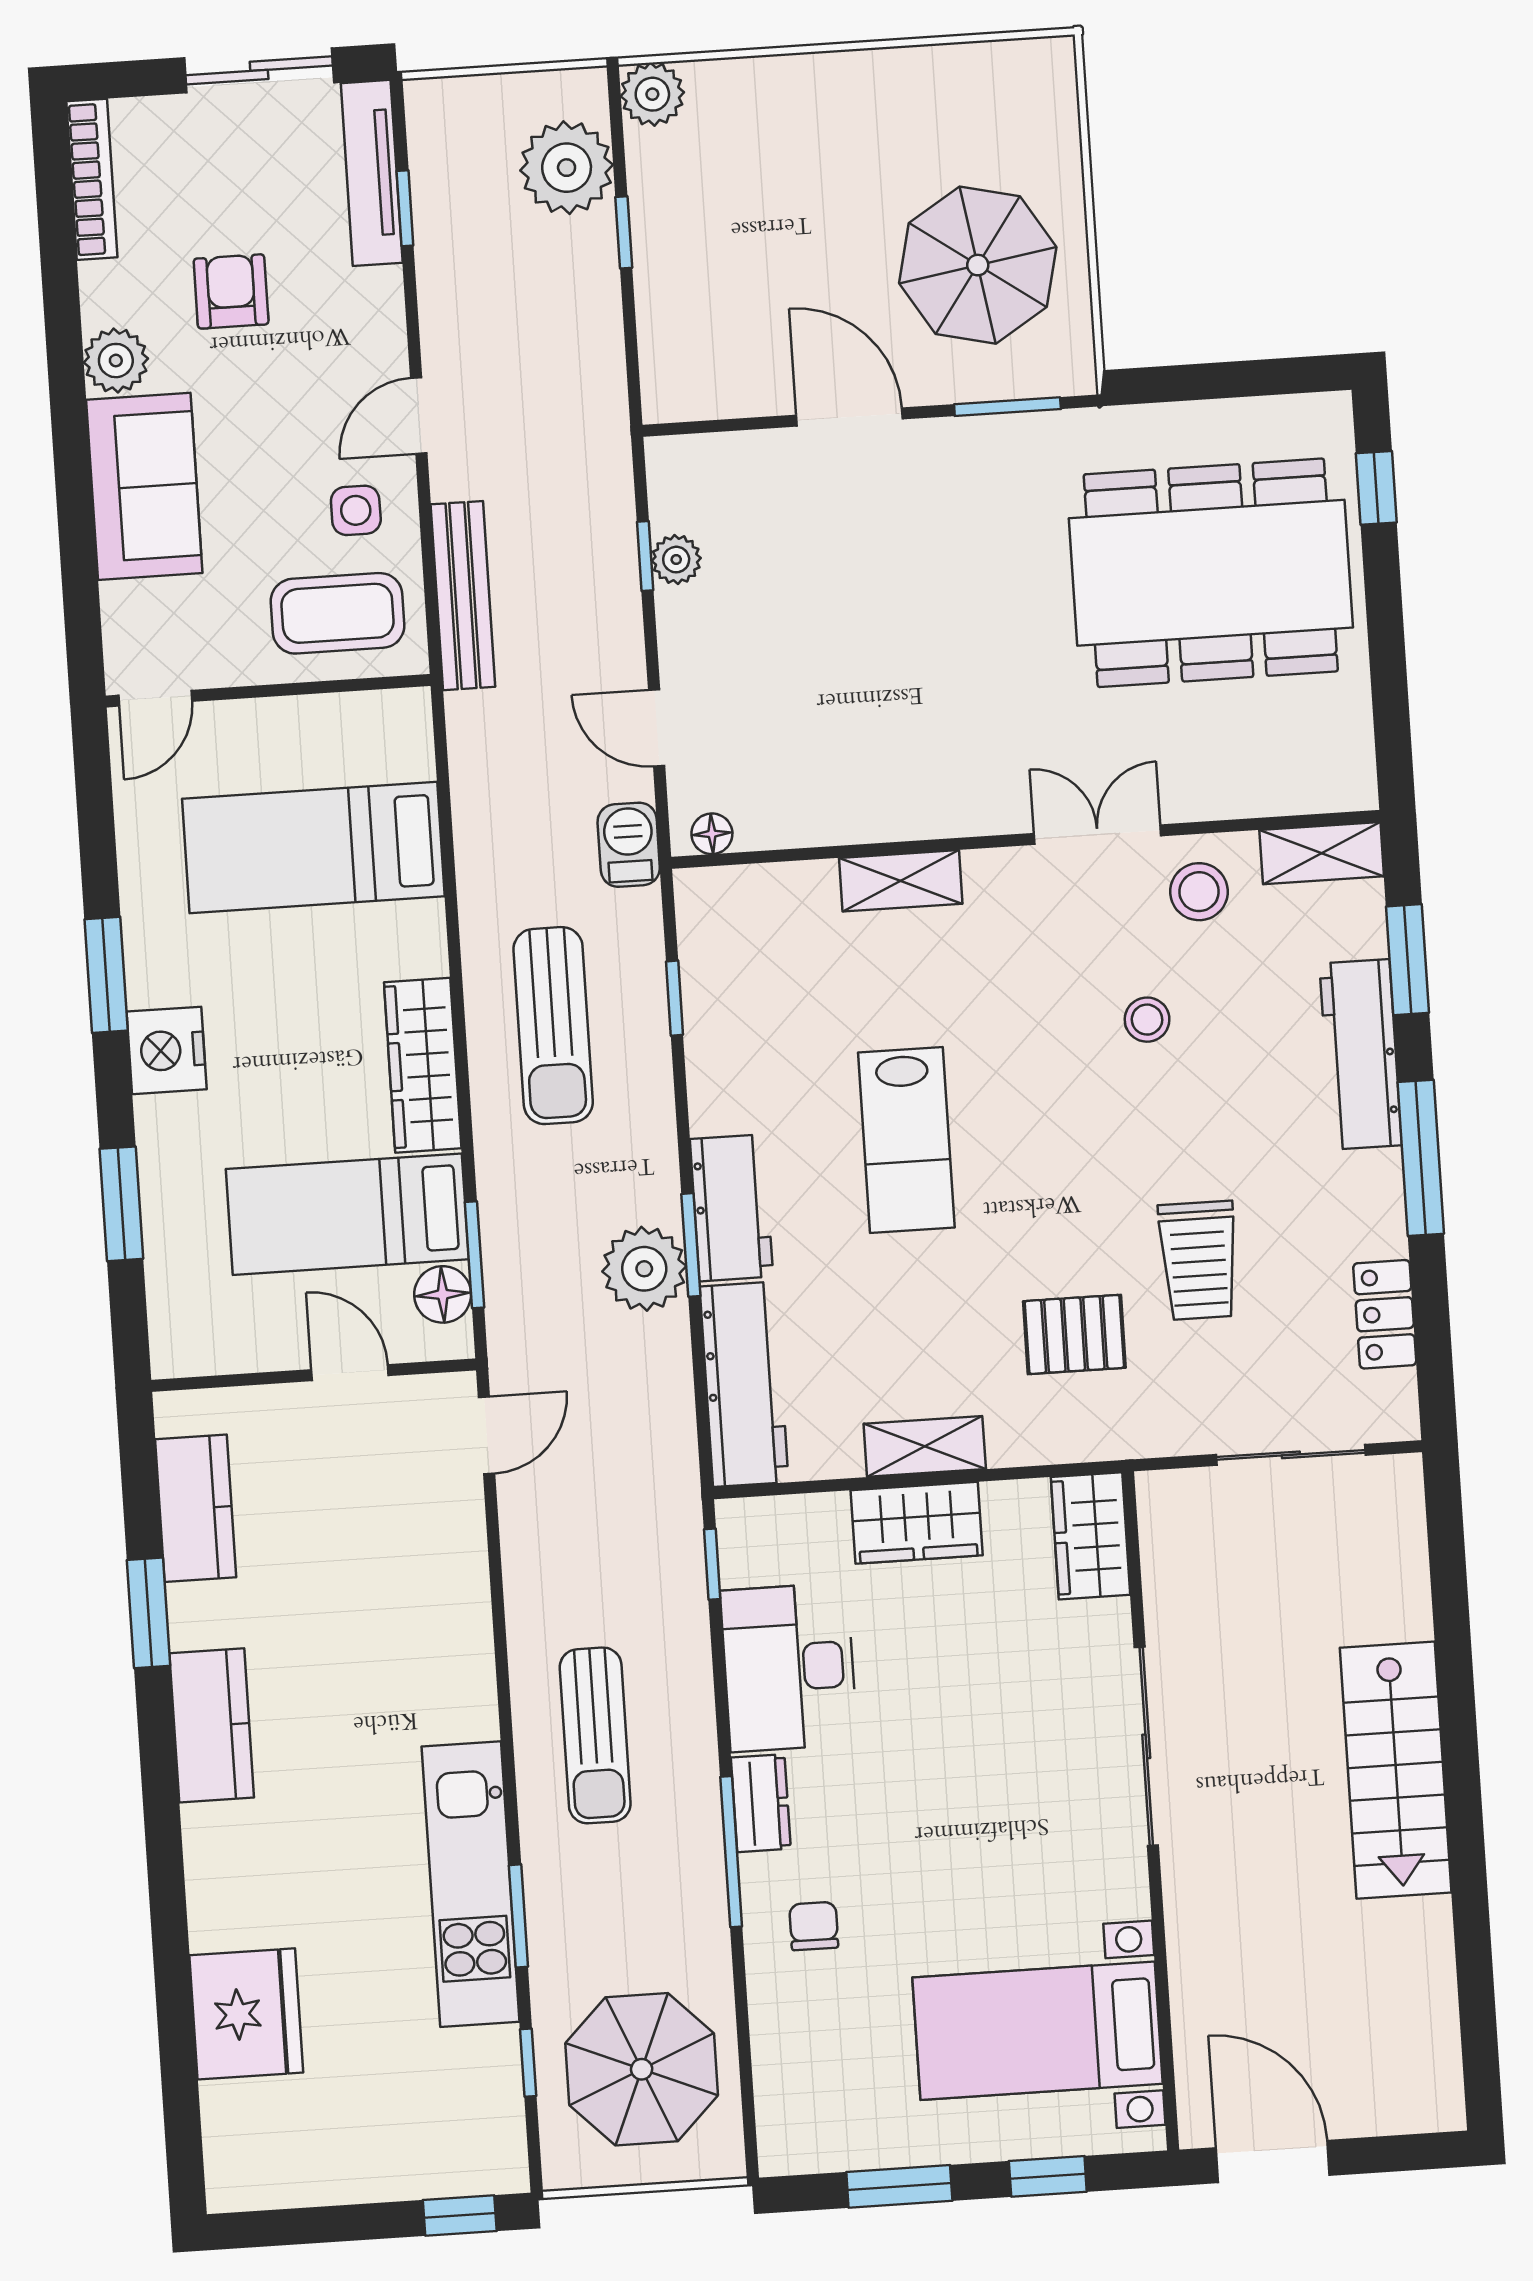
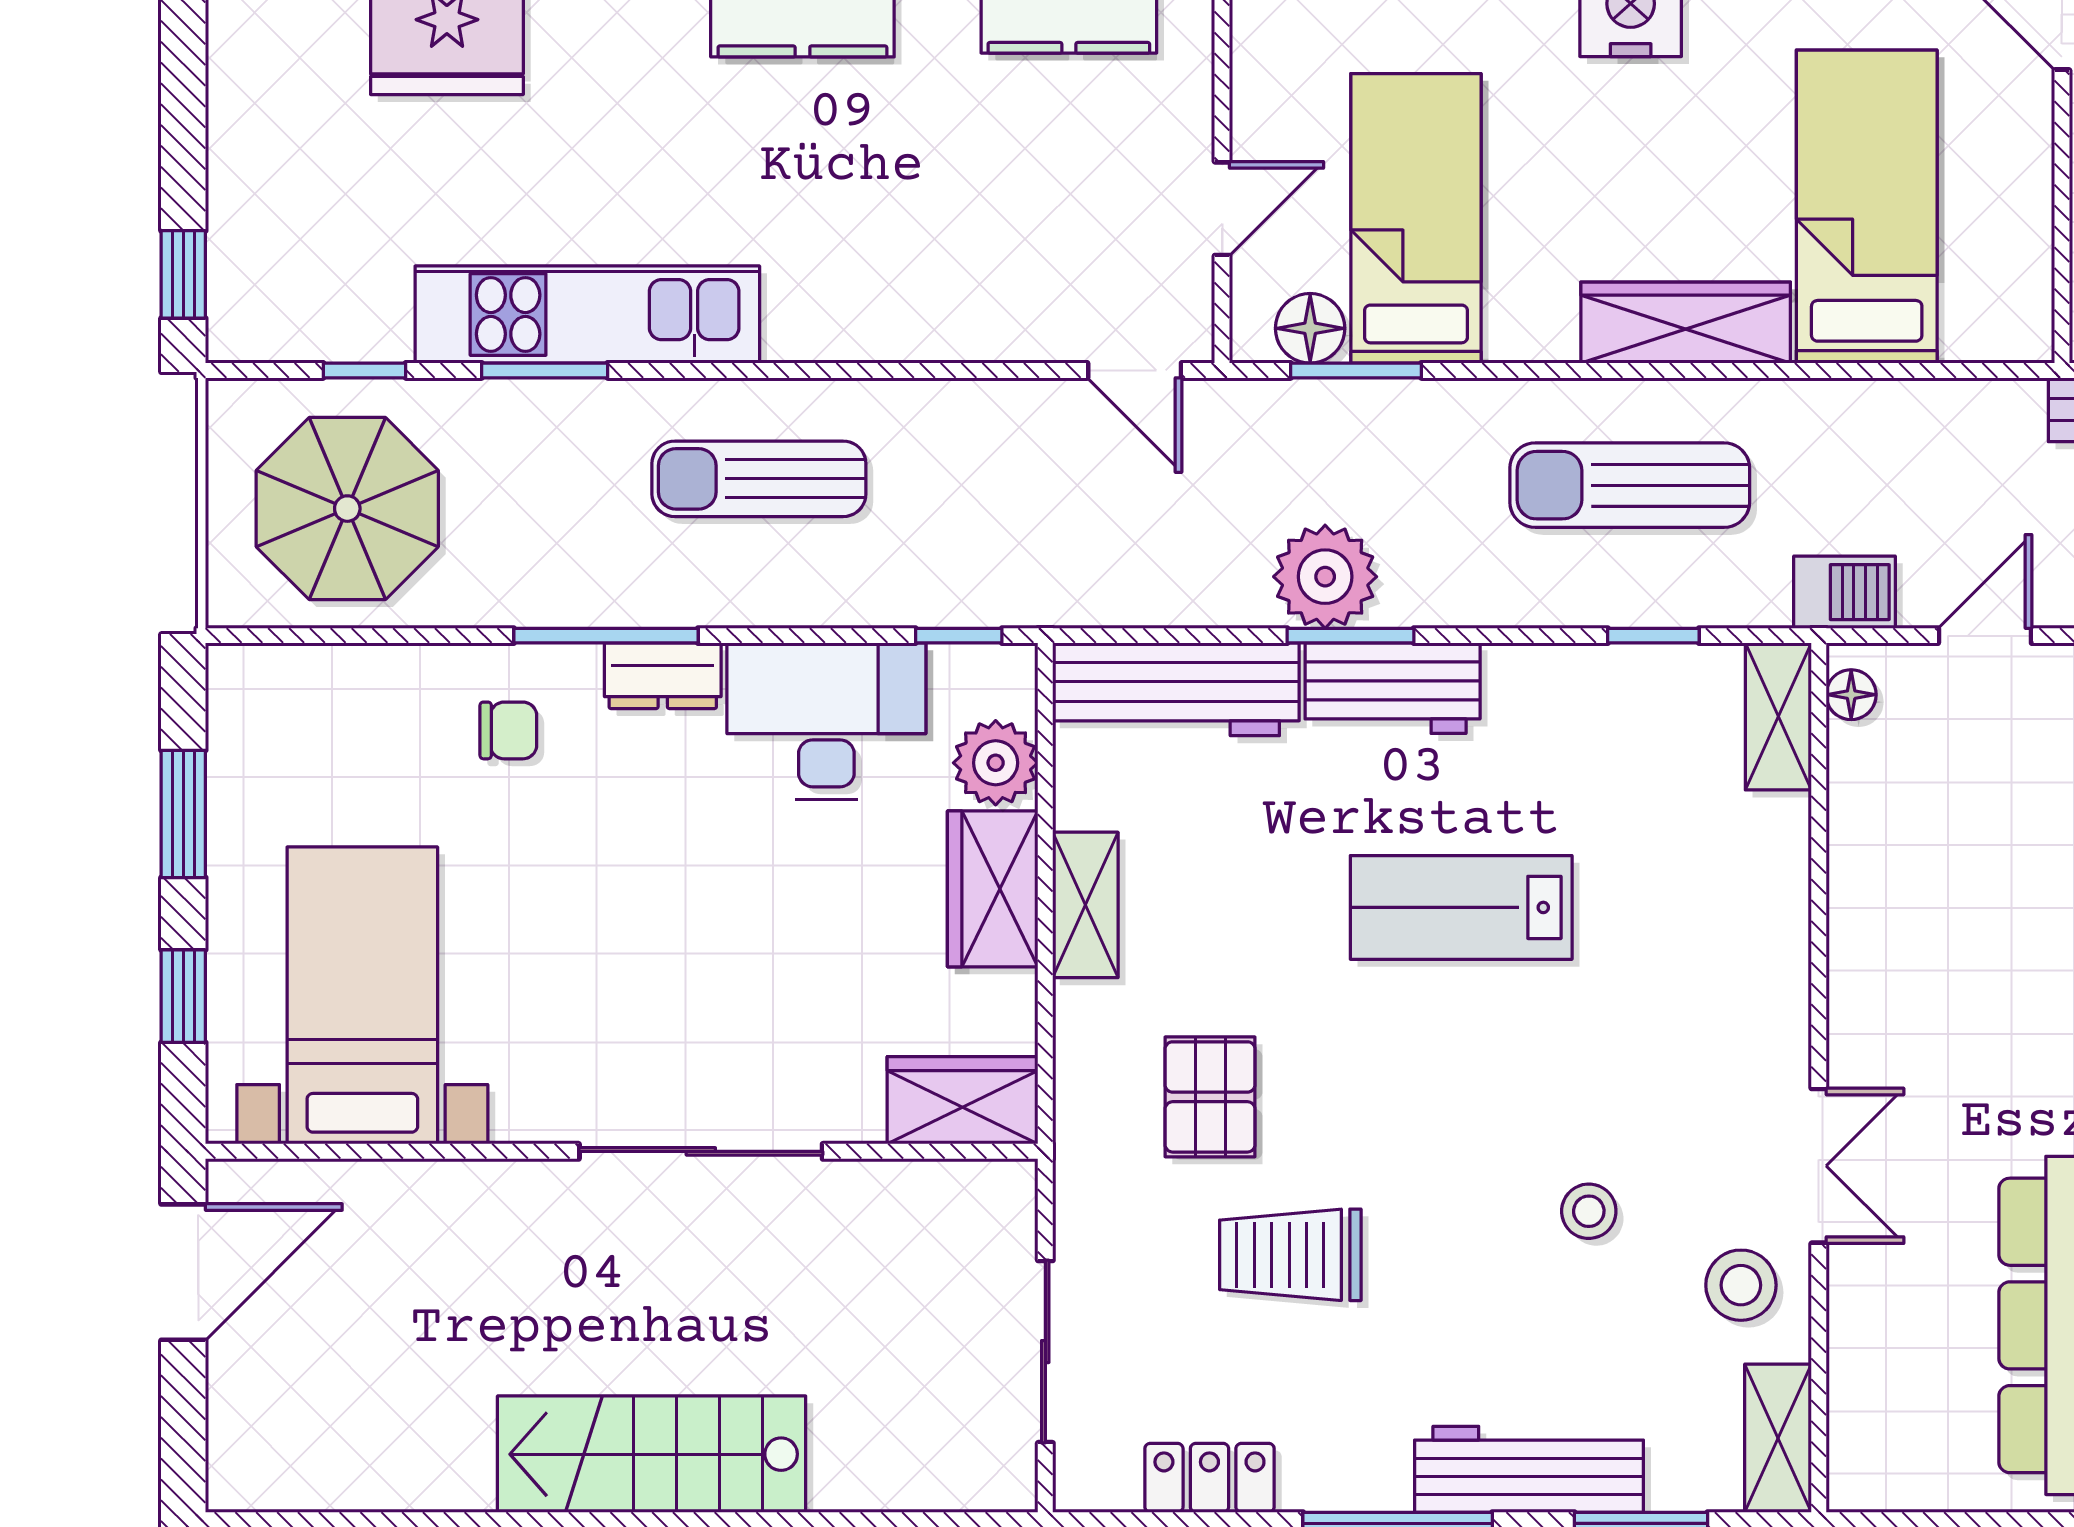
shelving: (901, 881) -> (1778, 716), moved
wardrobe: (423, 1065) -> (1686, 323), moved
plant: (814, 1527) -> (996, 763), added

